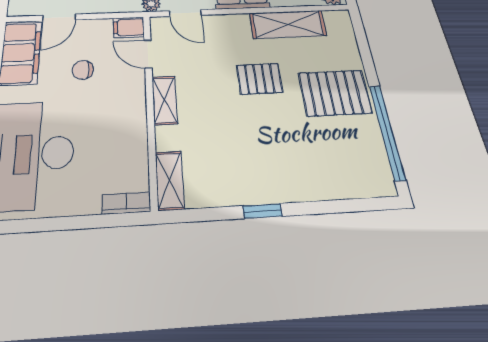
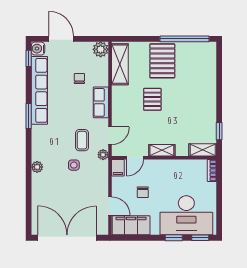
shelving: (288, 24) -> (120, 64), moved
window: (262, 211) -> (219, 131), moved

